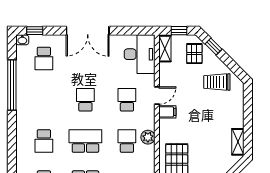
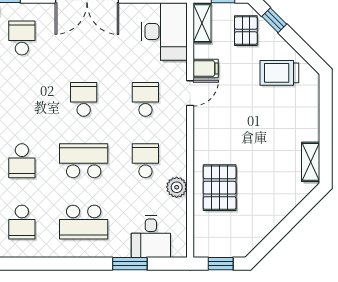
school desk: (44, 59) -> (22, 38), turned 180
filing cabinet: (167, 112) -> (206, 69), moved
plant: (148, 137) -> (177, 187), moved

